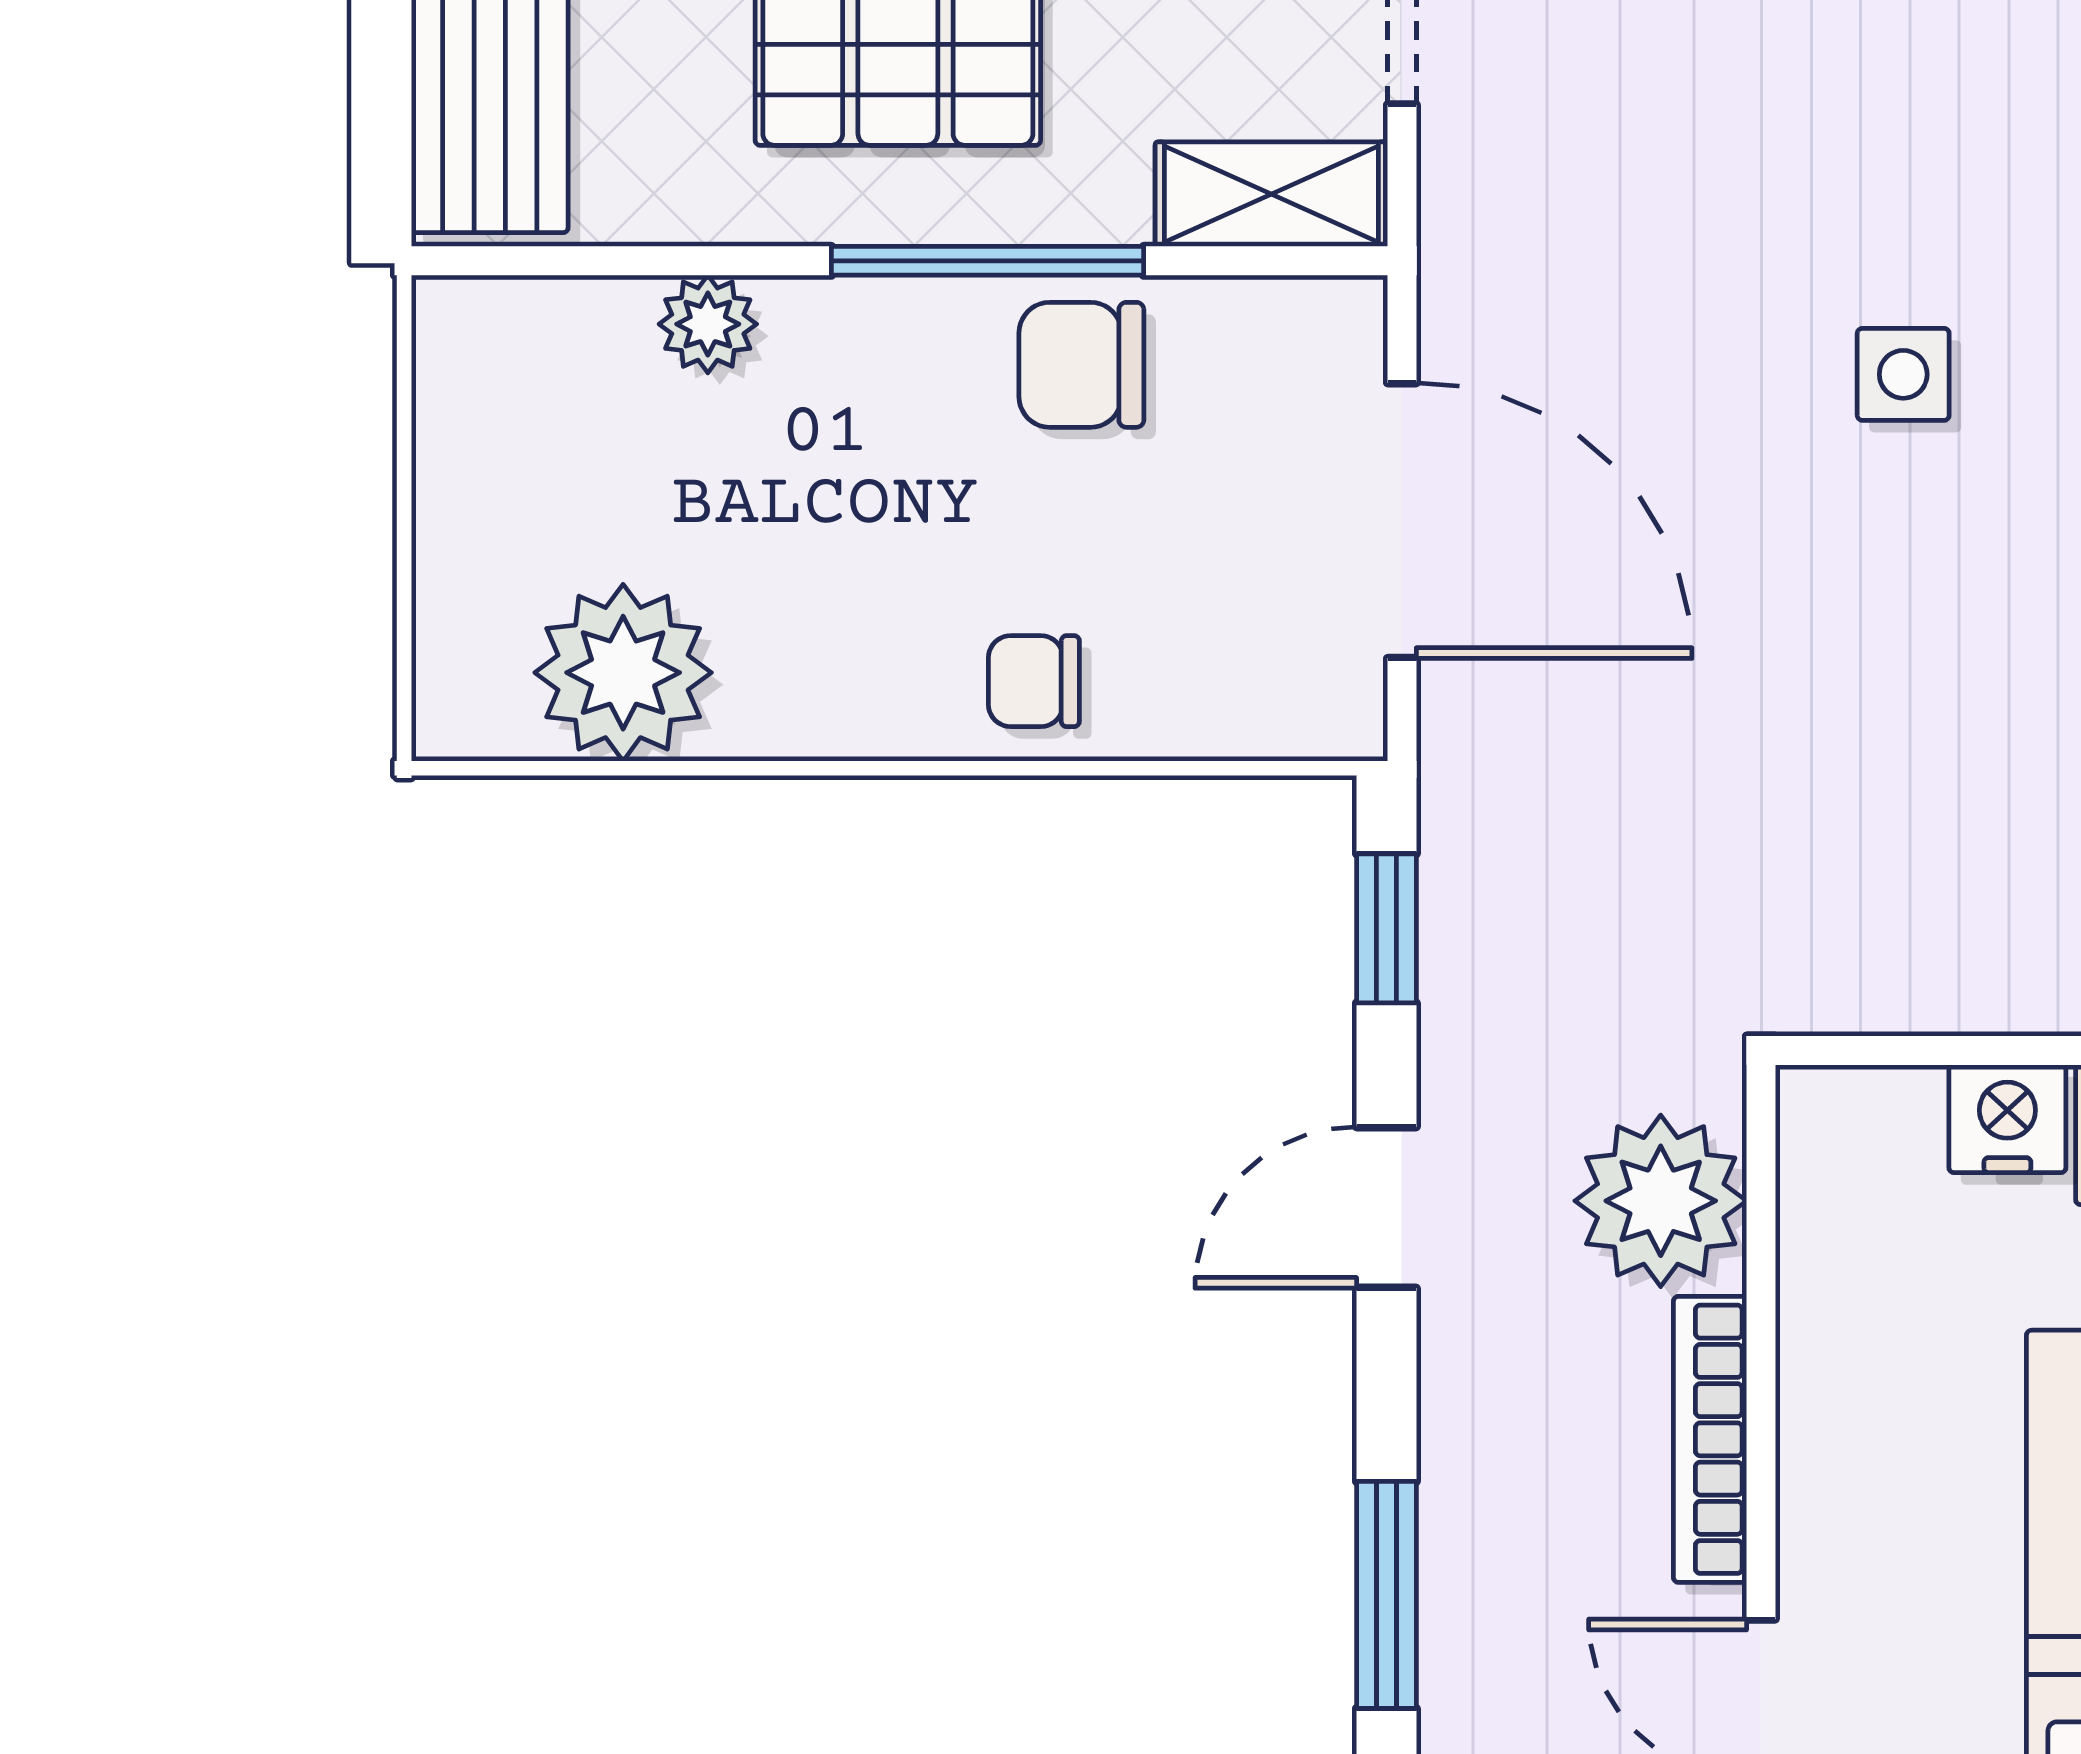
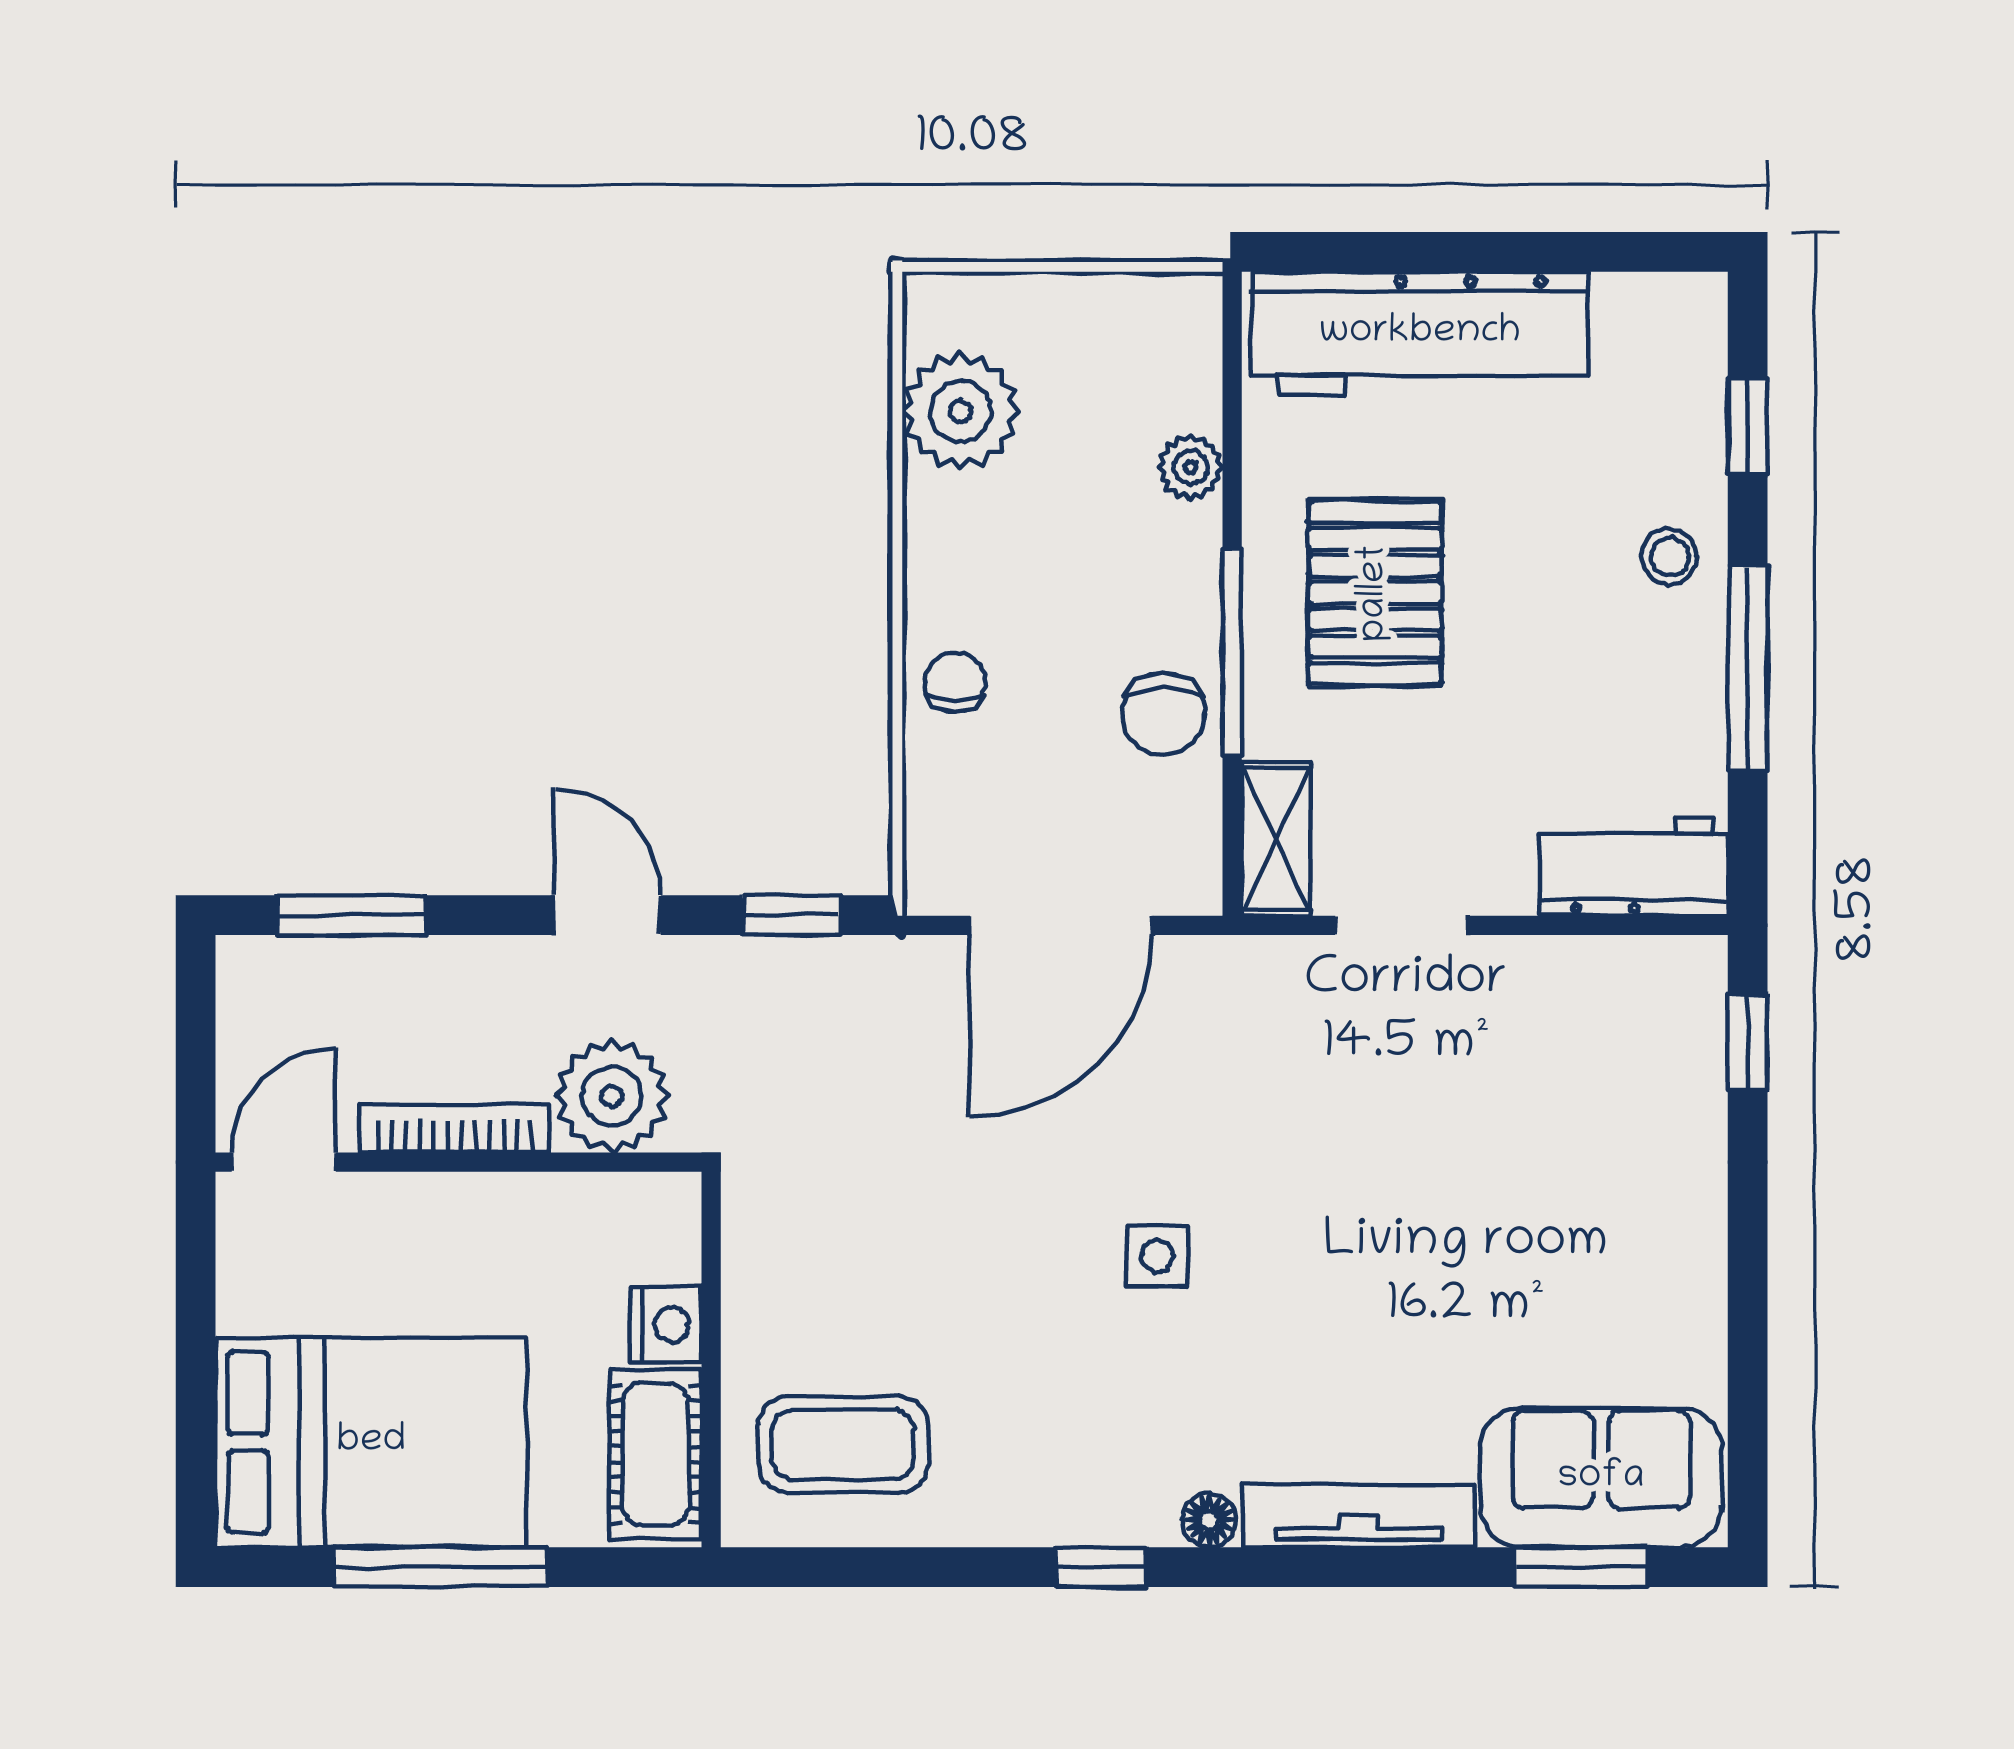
chair: (1081, 365) -> (1163, 714), turned 180

